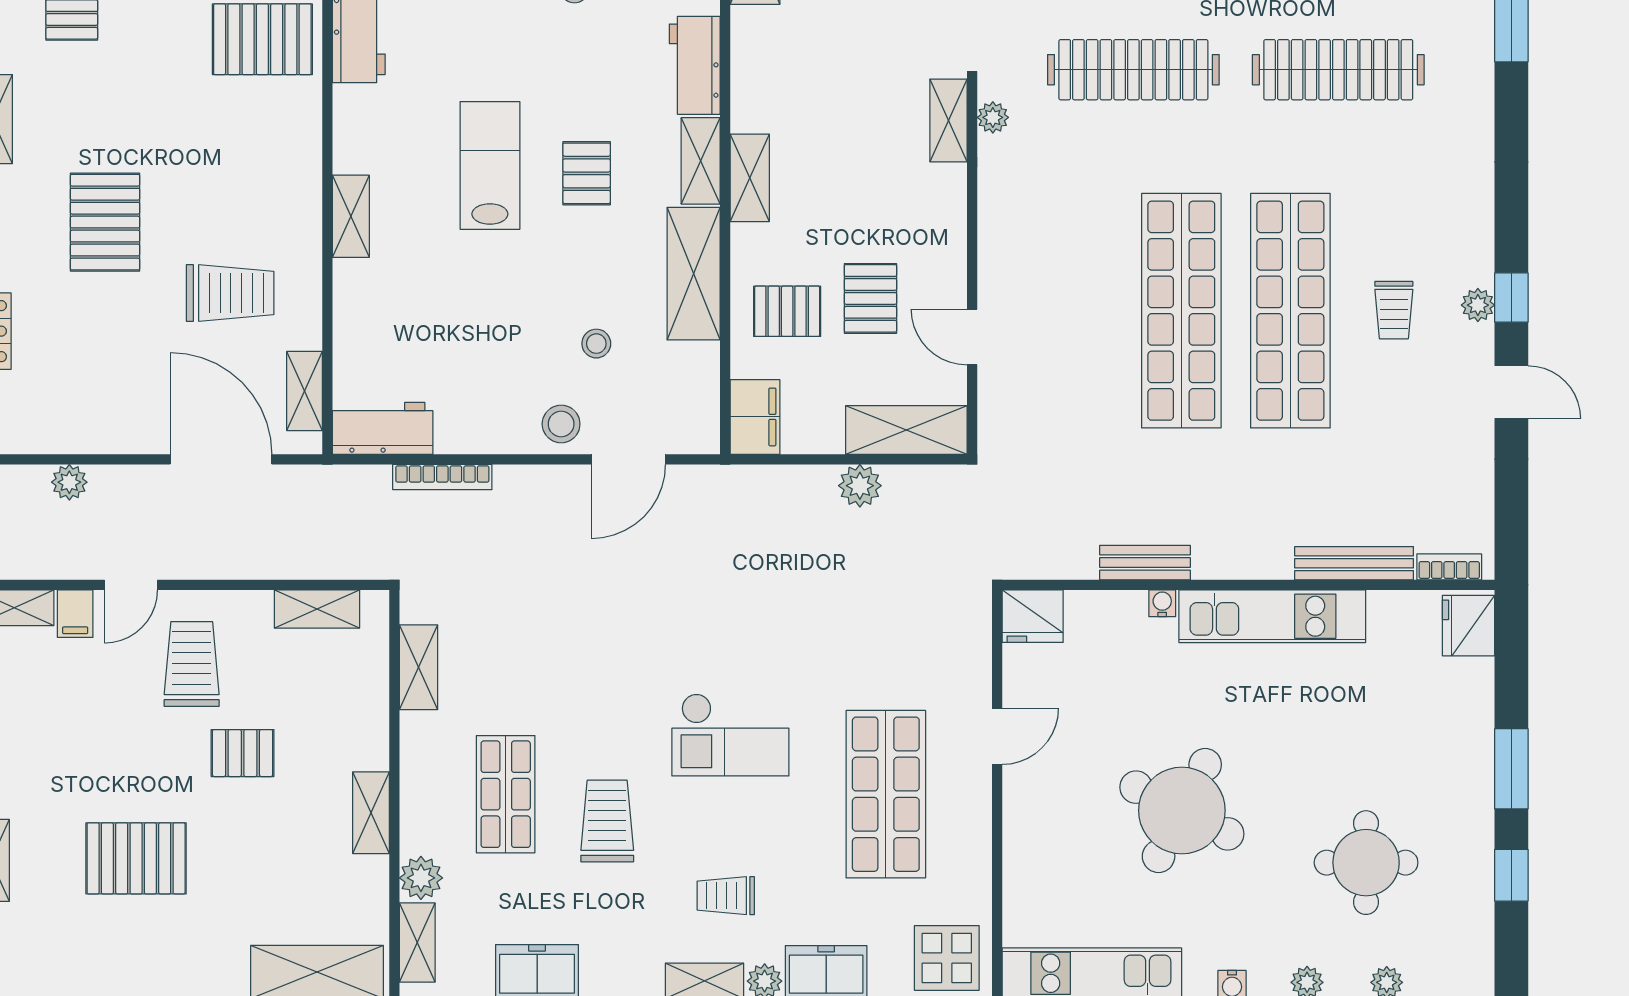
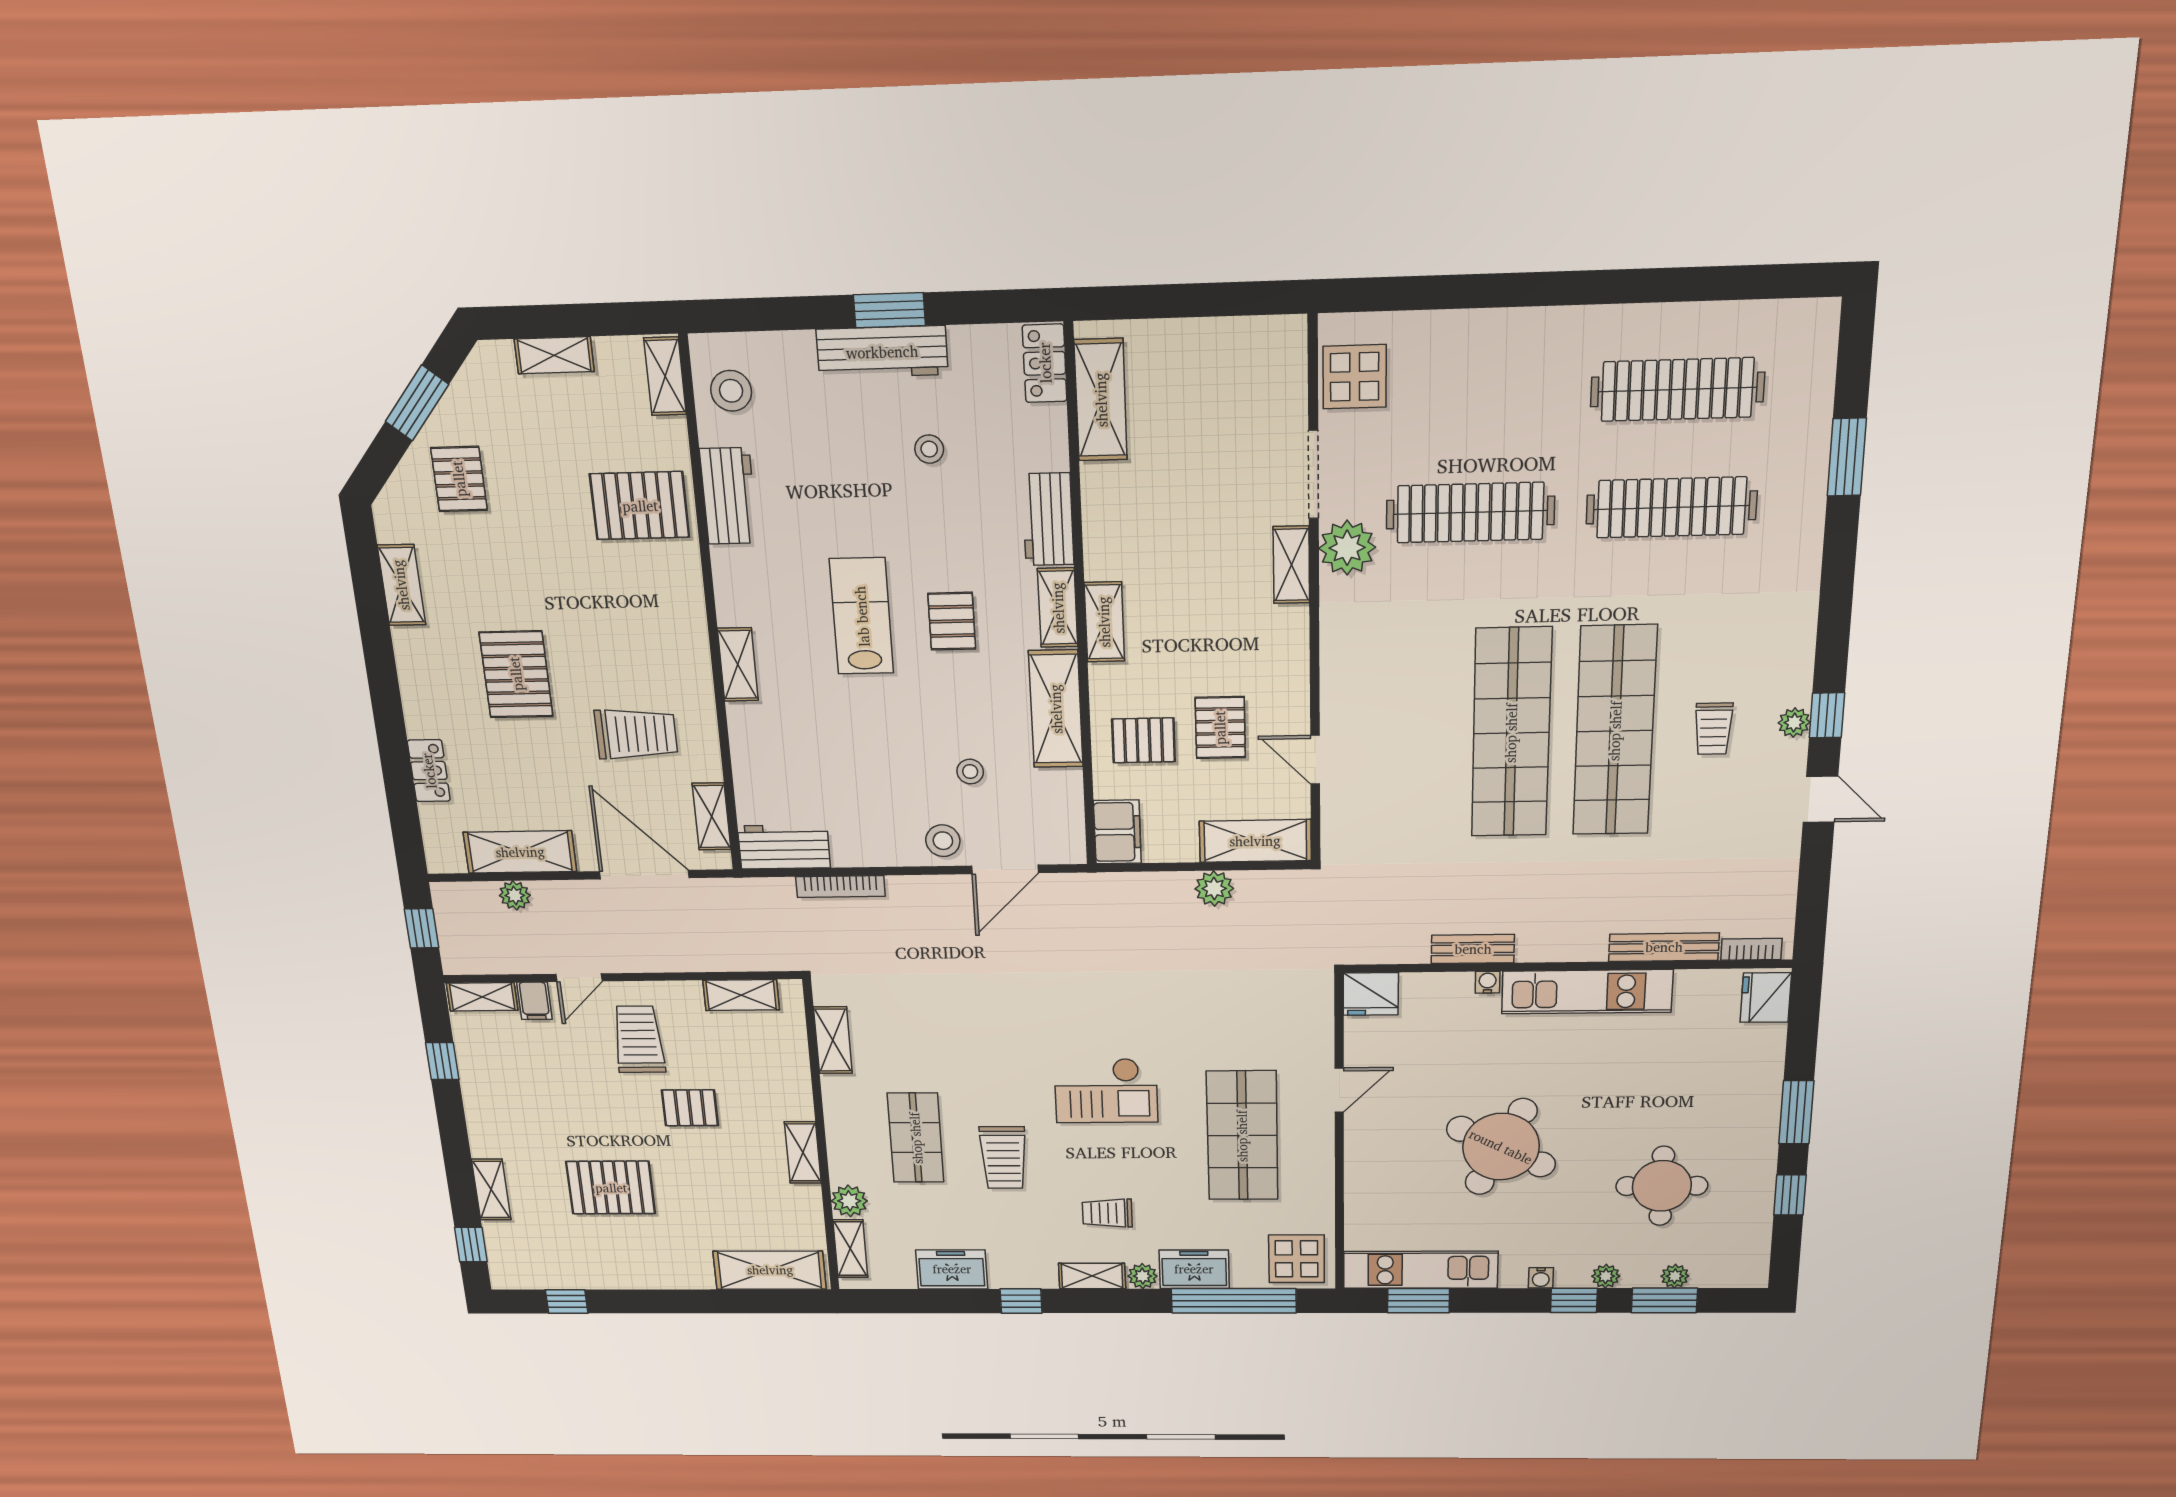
plant: (993, 117) -> (1347, 548), width x1.88, depth x1.88
shelving: (82, 430) -> (520, 852), added
trolley: (607, 821) -> (1003, 1158), turned 180

